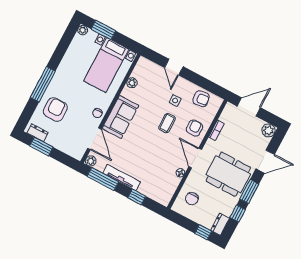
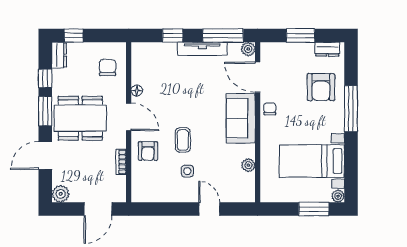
bed with nightstands: (106, 65) -> (312, 161), moved, turned -90
armchair: (201, 99) -> (158, 189), removed
window: (41, 146) -> (301, 36), moved

